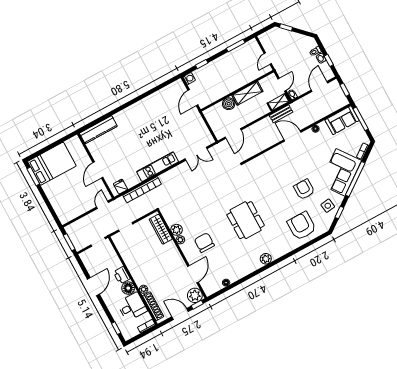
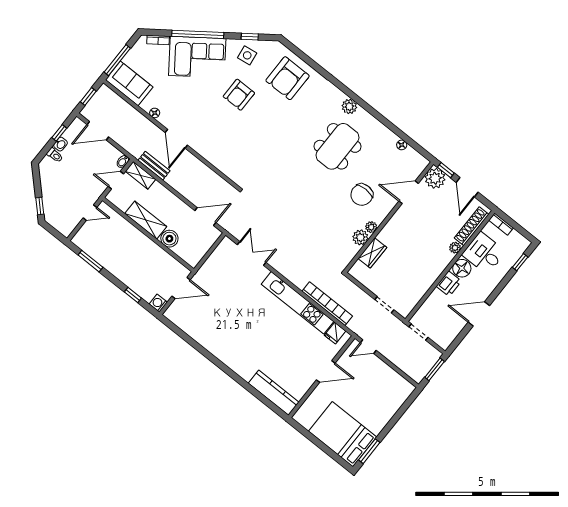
kitchen unit: (158, 167) -> (298, 303), width x1.36
dining table: (246, 220) -> (338, 146), moved
wardrobe: (161, 229) -> (372, 253), width x0.67

